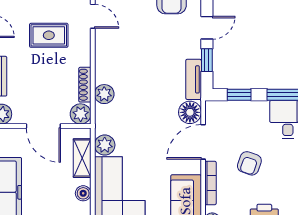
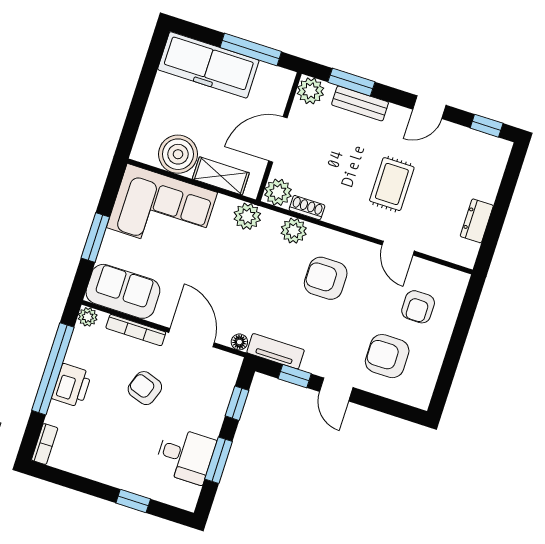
door: (93, 16) -> (398, 248), hinge flipped
armchair: (131, 61) -> (326, 278), added
shoe rack: (85, 85) -> (307, 208), width x0.70
floor lamp: (190, 112) -> (239, 342), width x0.53, depth x0.53
plant: (105, 145) -> (247, 216), moved
boiler: (83, 193) -> (178, 154), width x1.86, depth x1.86

